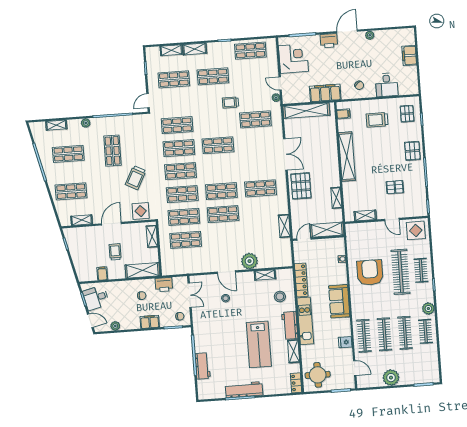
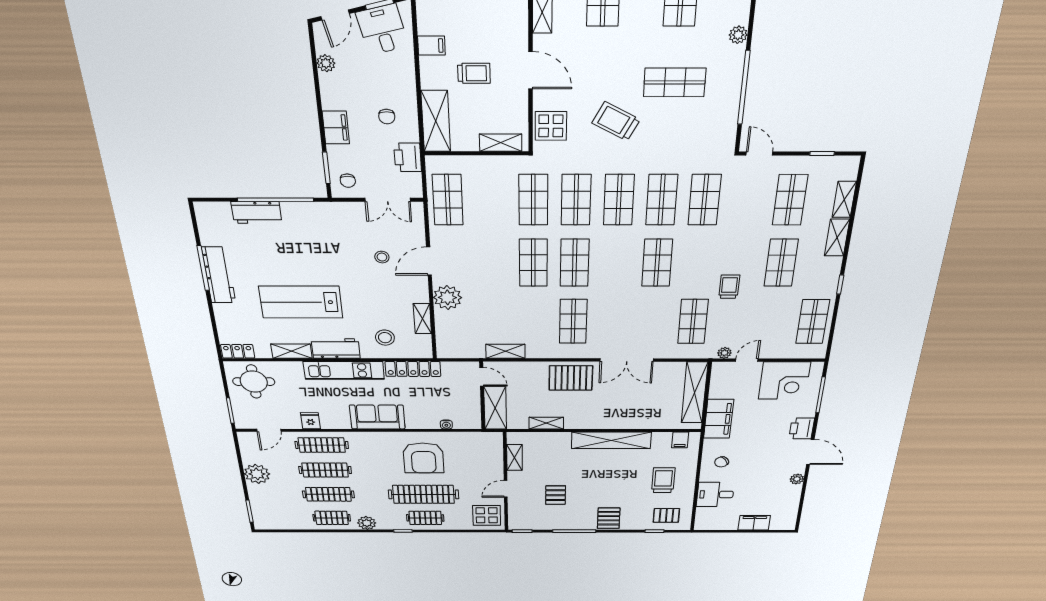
pallet: (412, 151) -> (609, 518), turned 90
shop shelf: (186, 240) -> (448, 200), moved
armchair: (370, 272) -> (423, 458), turned 90

